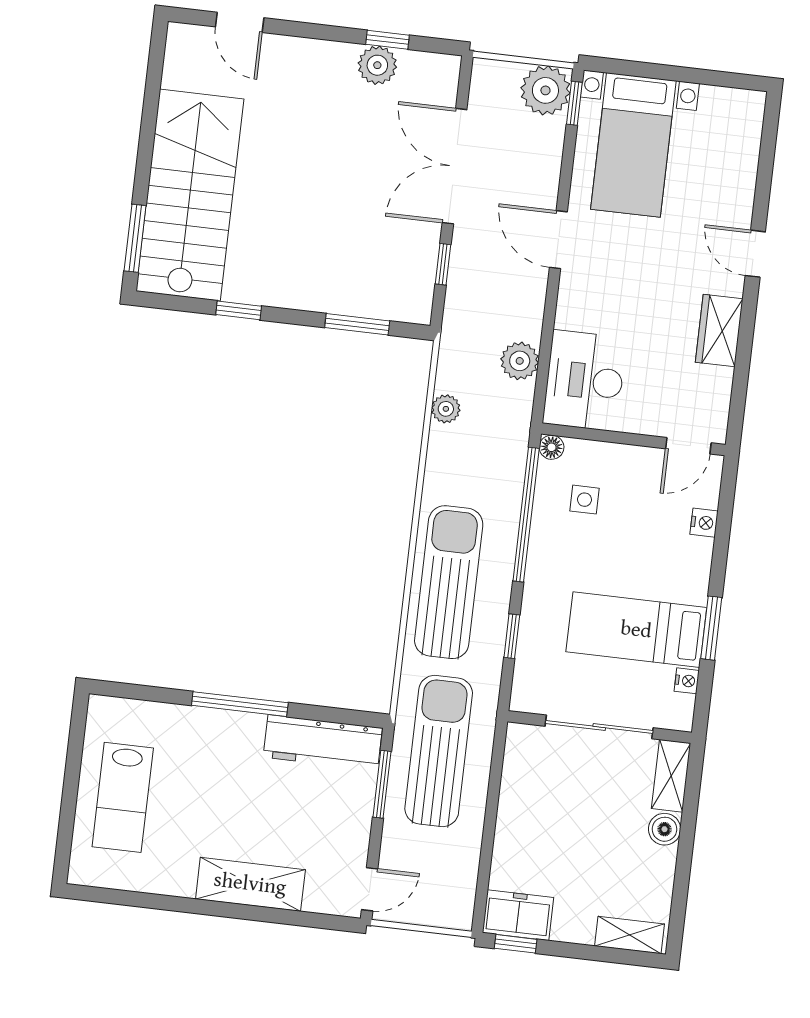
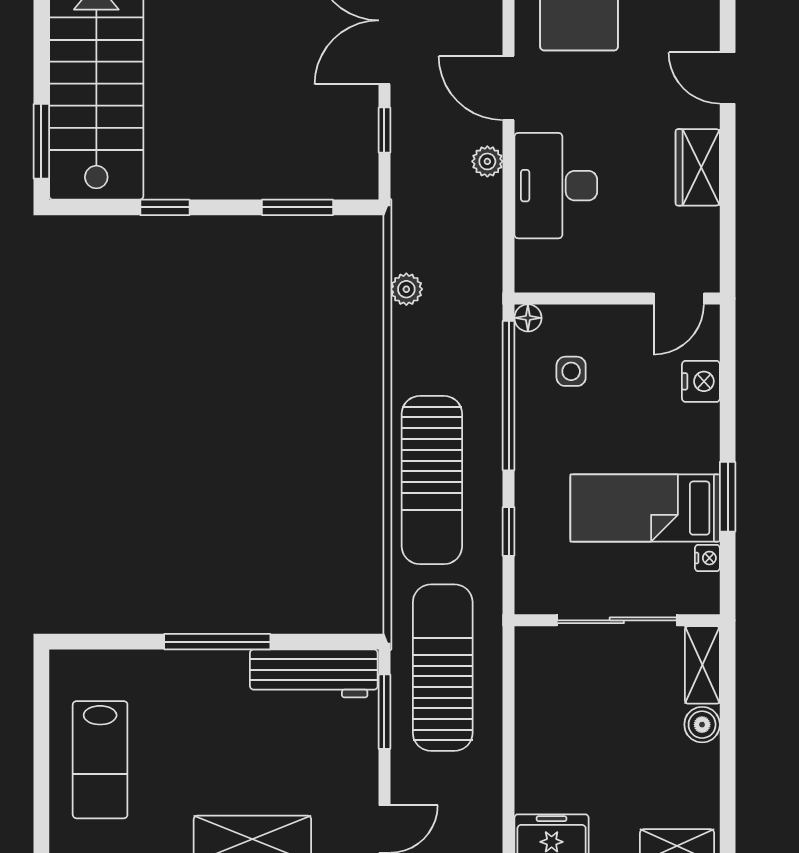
plant: (520, 361) -> (487, 161), moved, width x0.73, depth x0.73
desk: (585, 381) -> (556, 186), moved
nightstand: (704, 523) -> (701, 381), width x1.39, depth x1.35
sun lounger: (449, 582) -> (432, 480), turned 180

